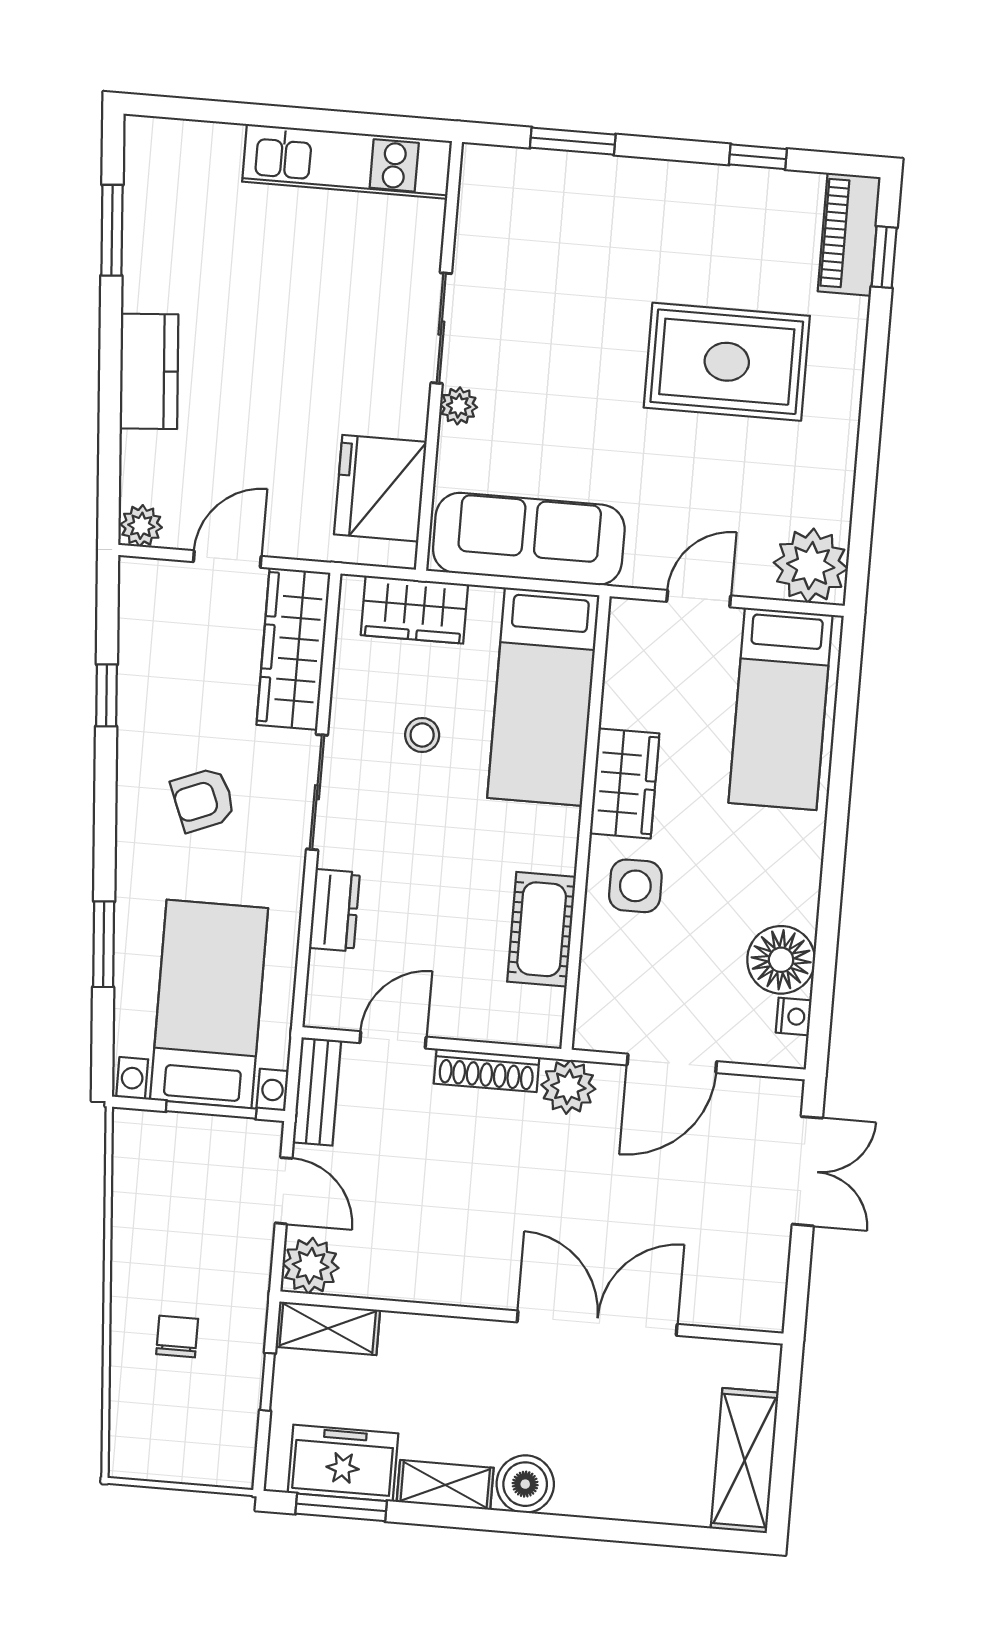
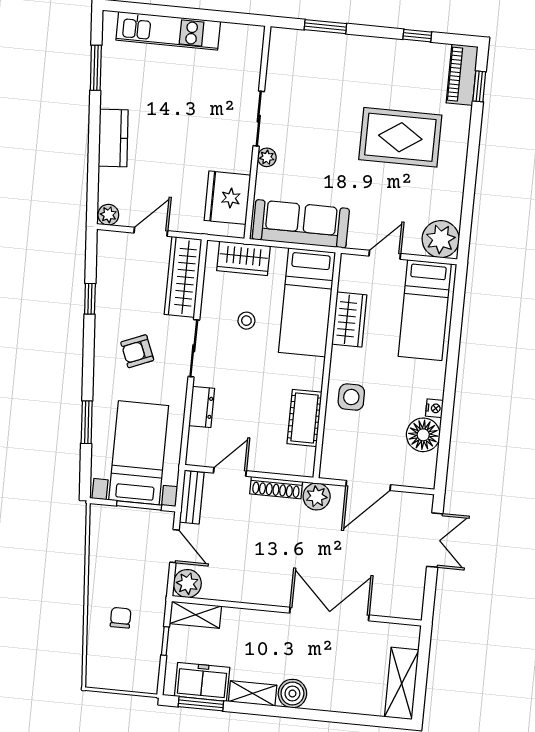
kitchen unit: (347, 161) -> (168, 31), moved
wardrobe: (625, 783) -> (349, 320), moved
nightstand: (794, 1016) -> (434, 408), moved

